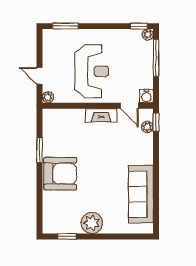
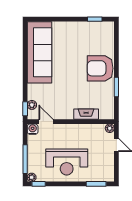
reception desk: (92, 71) -> (67, 162), moved, turned -90
fireplace: (101, 115) -> (86, 114), moved
sofa: (141, 194) -> (40, 52), width x1.36, depth x1.27
plant: (92, 223) -> (75, 30), removed

